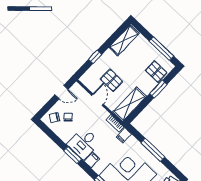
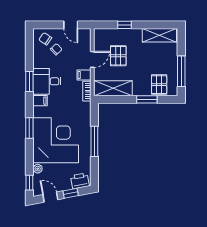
filing cabinet: (124, 135) -> (84, 75), moved

